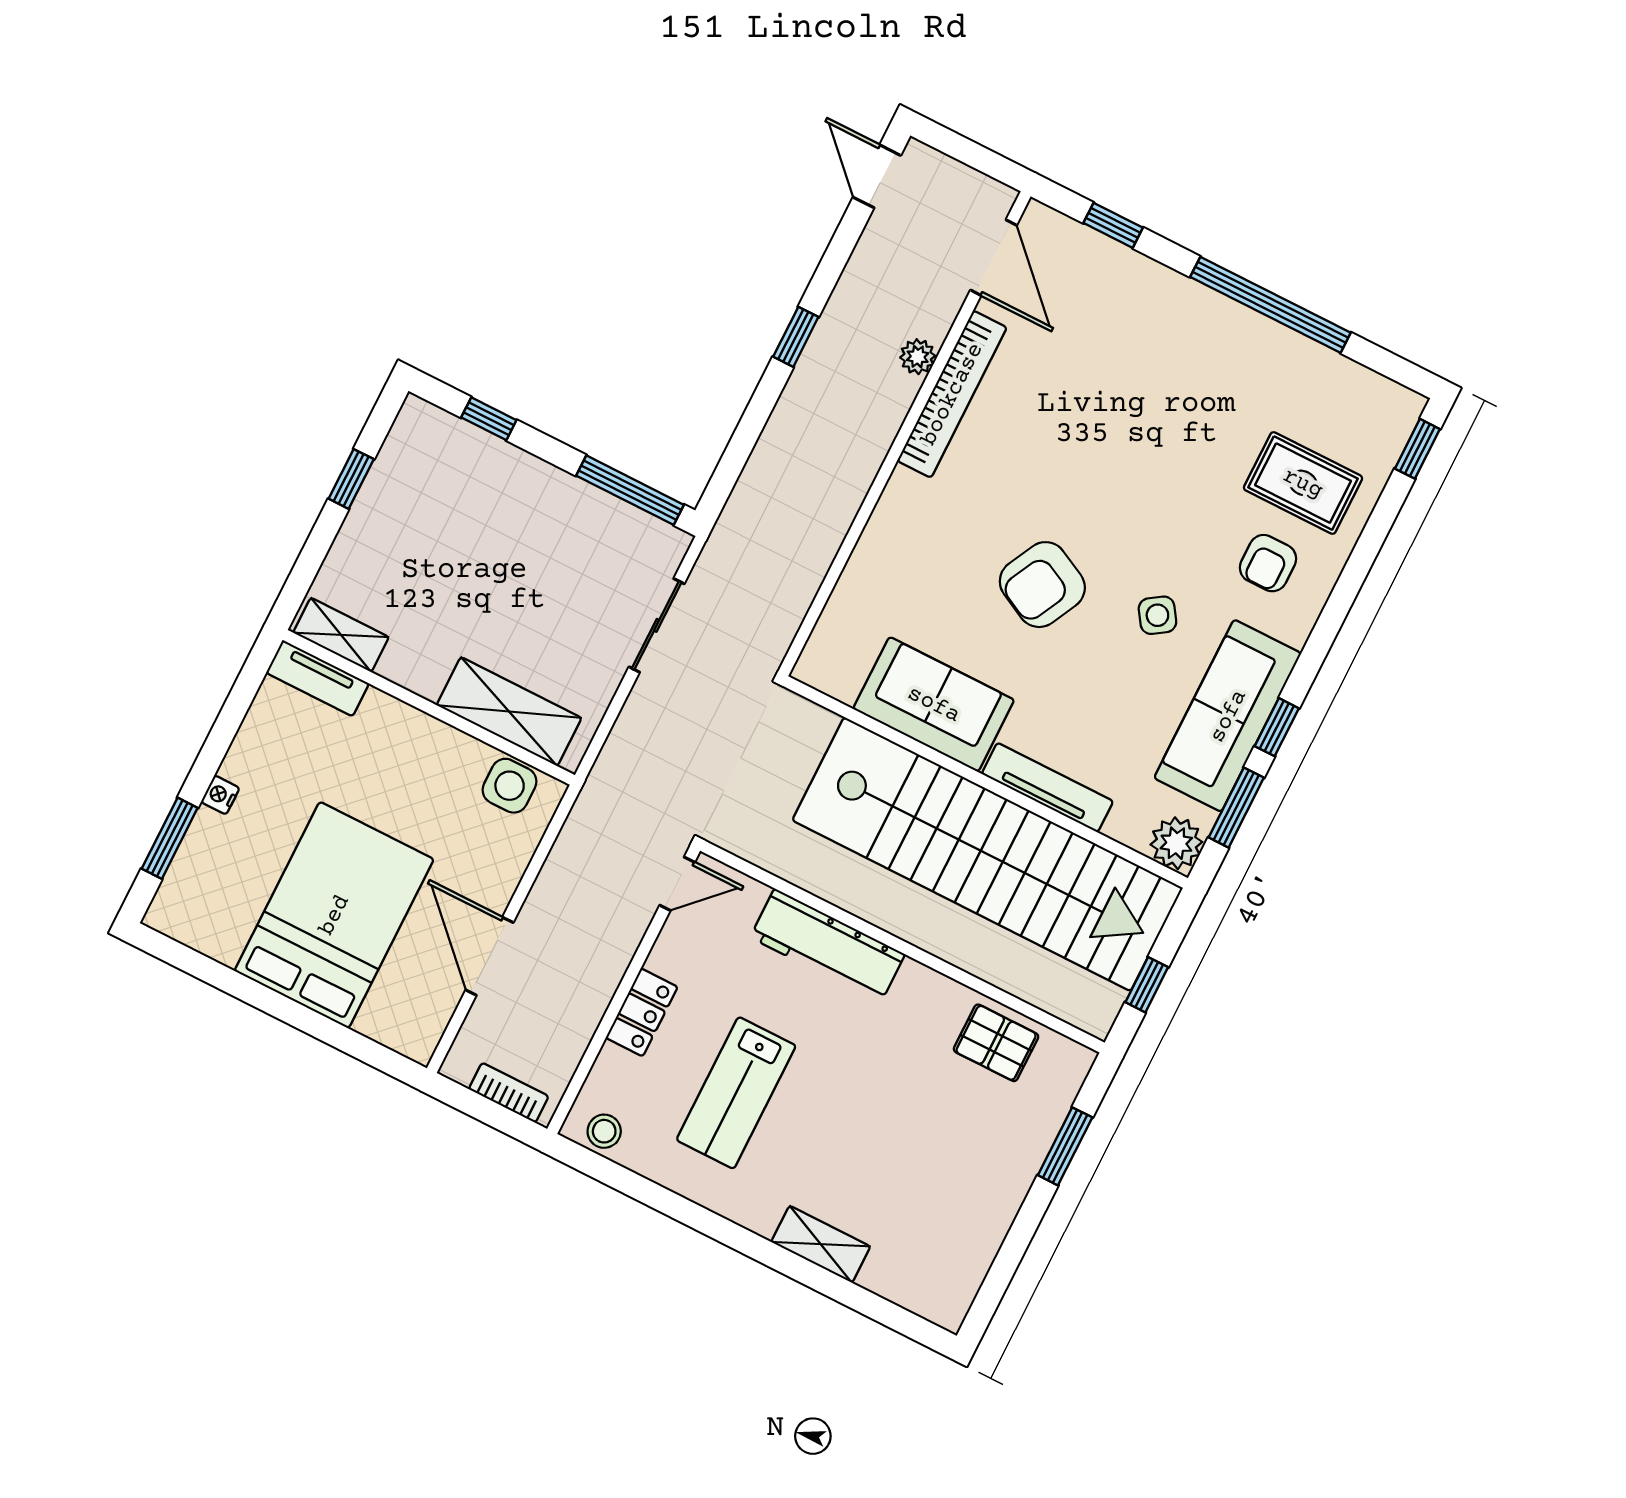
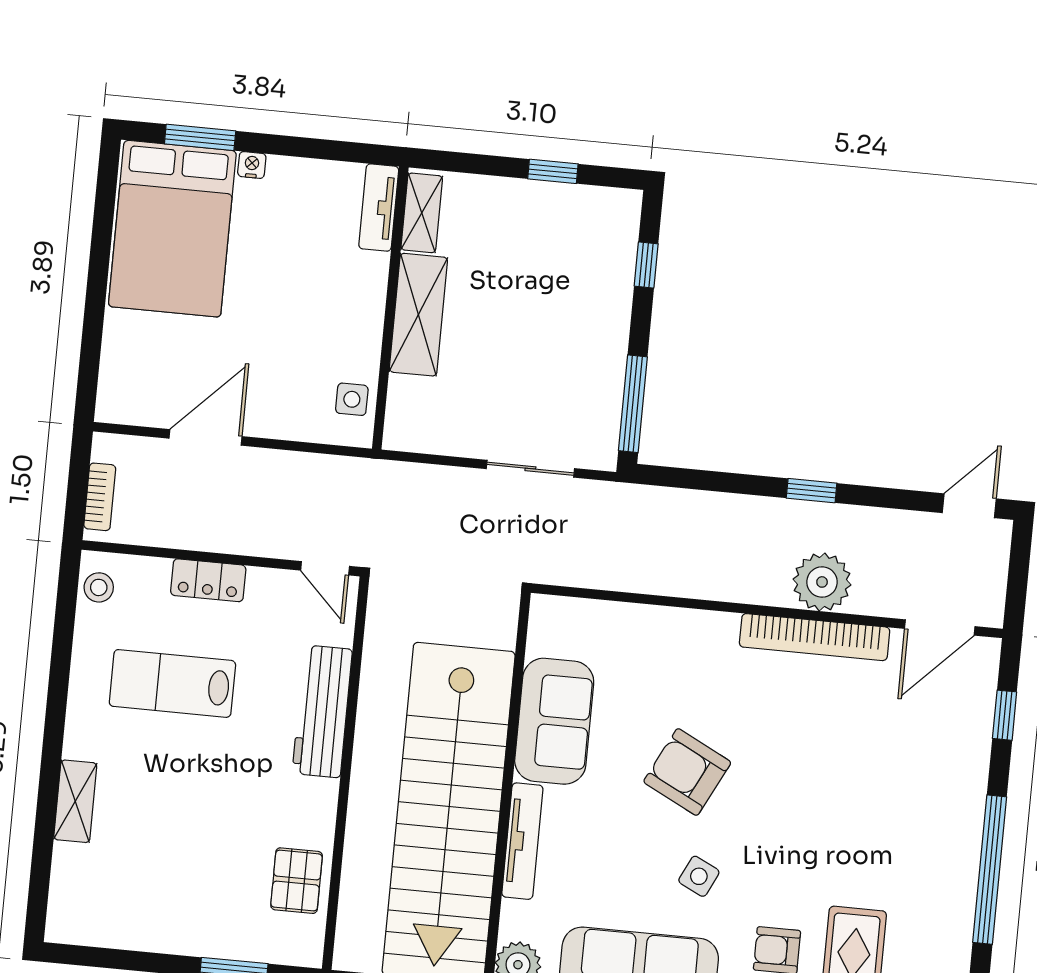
plant: (918, 357) -> (822, 582), width x1.87, depth x1.87
side table: (1157, 615) -> (699, 876), turned -30
shelving: (509, 712) -> (418, 315), moved
side table: (510, 786) -> (352, 399), width x0.73, depth x0.73
bed: (334, 915) -> (172, 229), moved, turned 90

